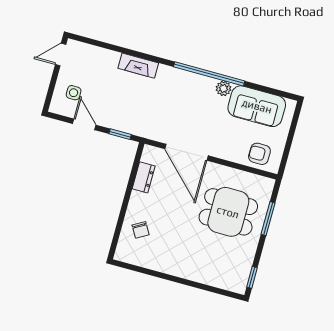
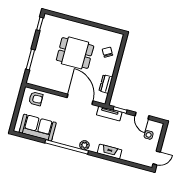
plant: (224, 88) -> (84, 145), moved
tv unit: (138, 128) -> (109, 114), added
dining table: (228, 212) -> (75, 53), moved

